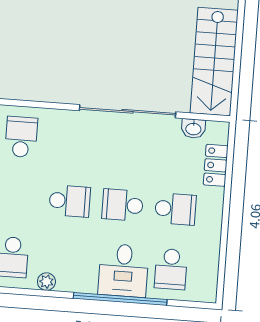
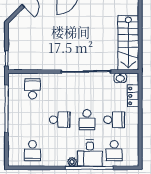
school desk: (123, 205) -> (87, 120), turned -90
plant: (46, 282) -> (72, 162), moved

